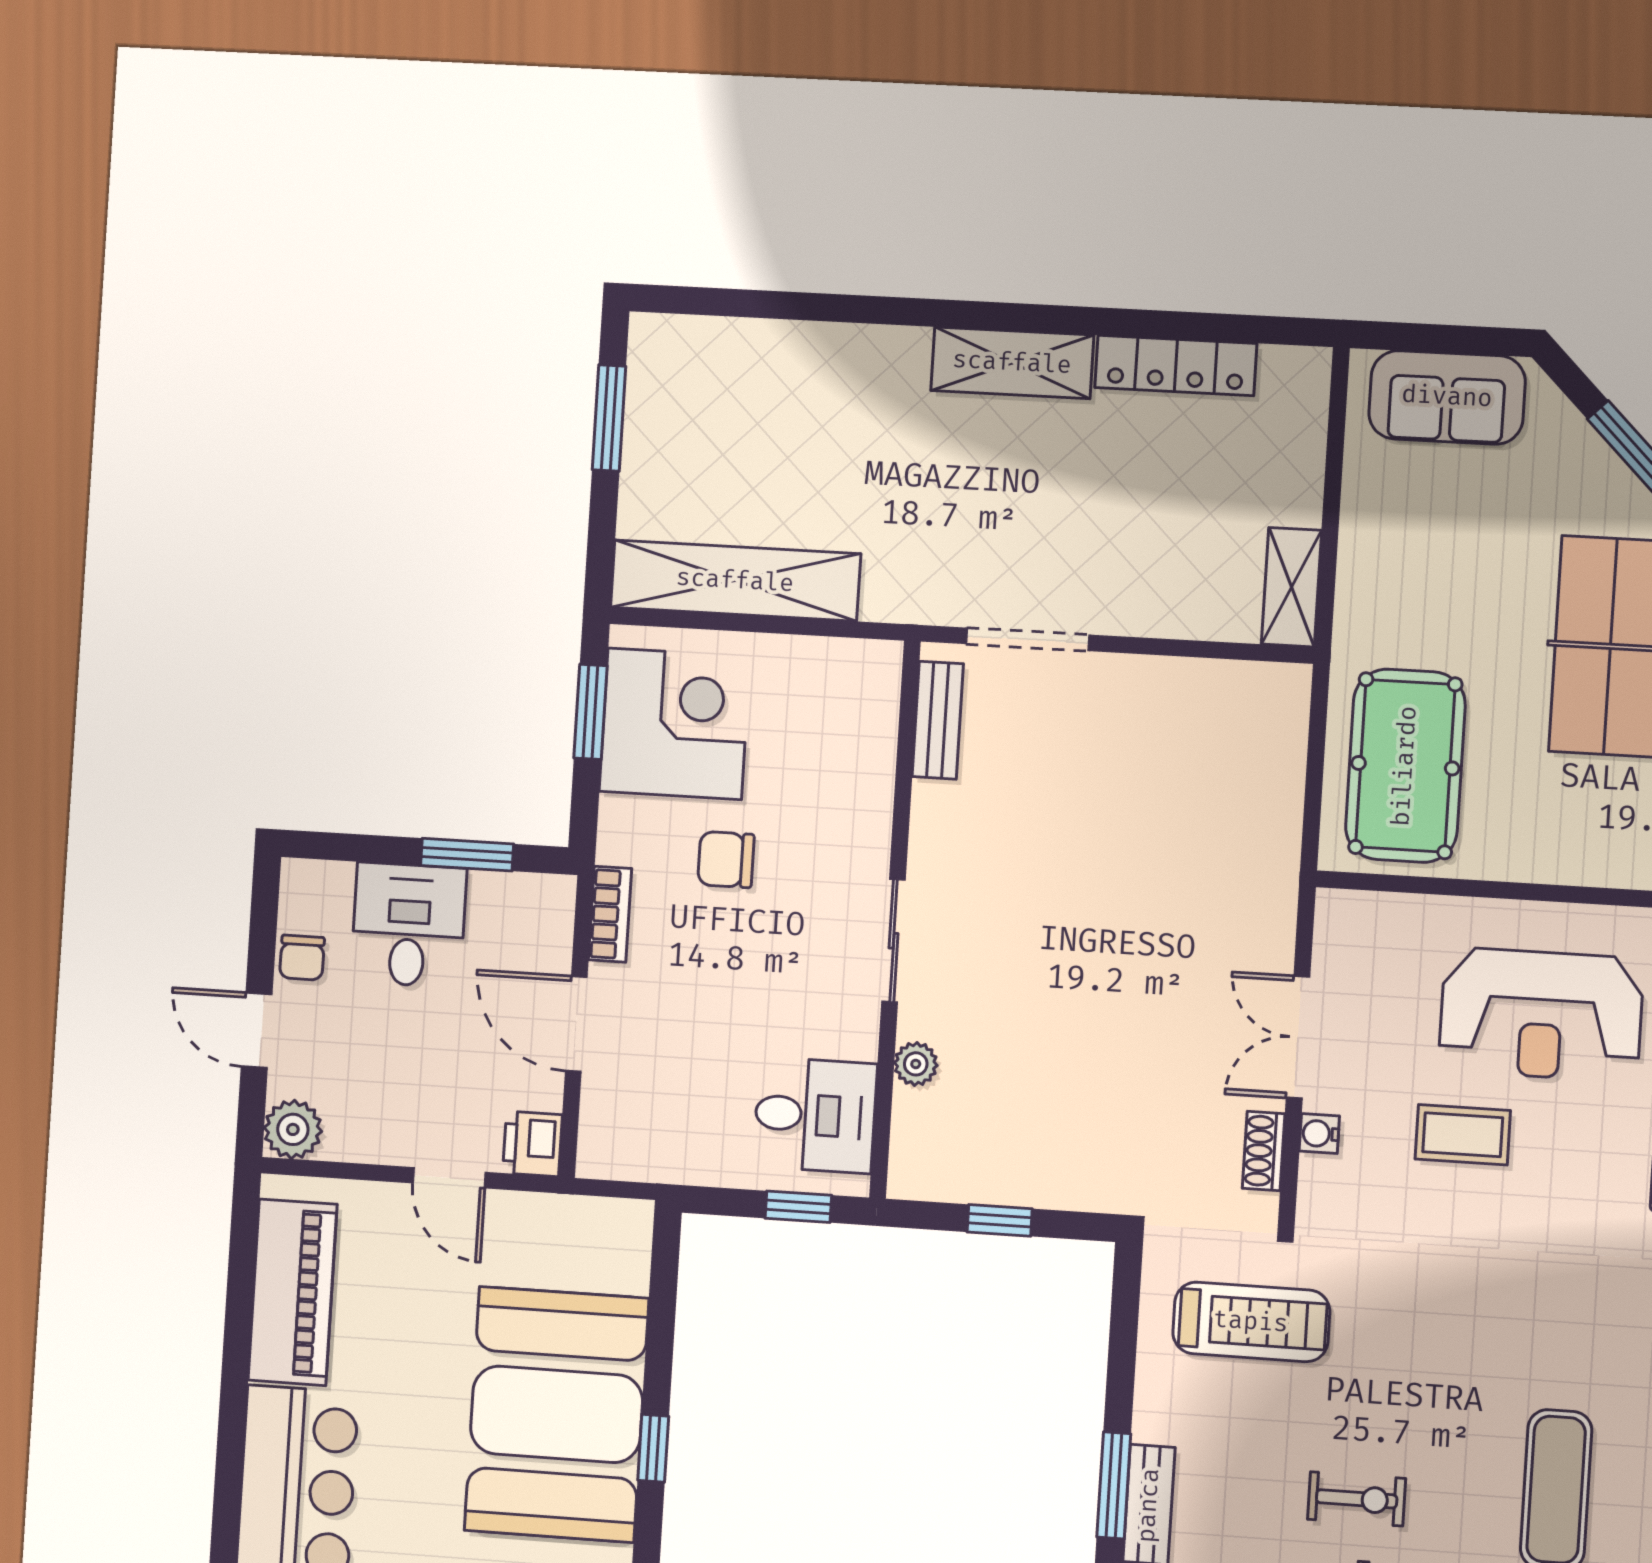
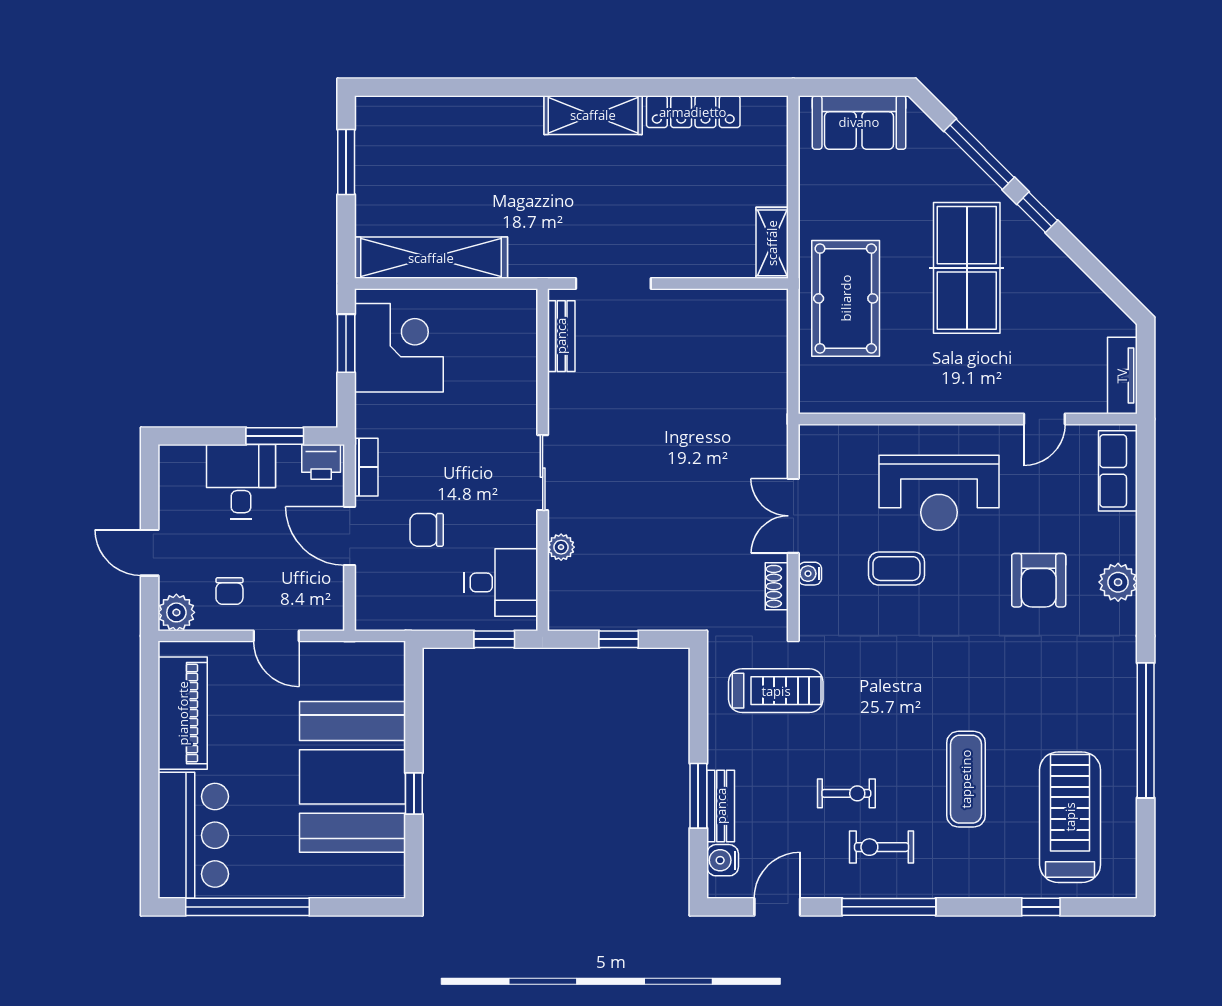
pool table: (1405, 766) -> (846, 298), moved
chair: (726, 860) -> (427, 530), moved
chair: (302, 958) -> (229, 591), moved
printer: (533, 1144) -> (321, 462), moved, turned -90

